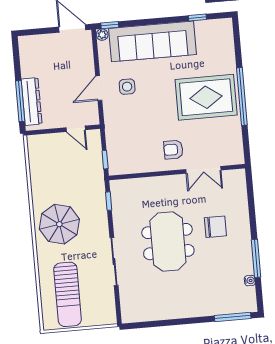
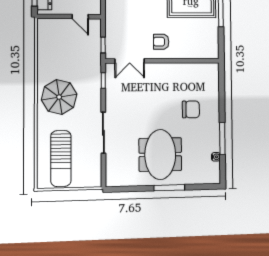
double door: (203, 170) -> (130, 61), moved
meeting table: (168, 242) -> (160, 155), moved
window: (233, 317) -> (169, 188), moved

